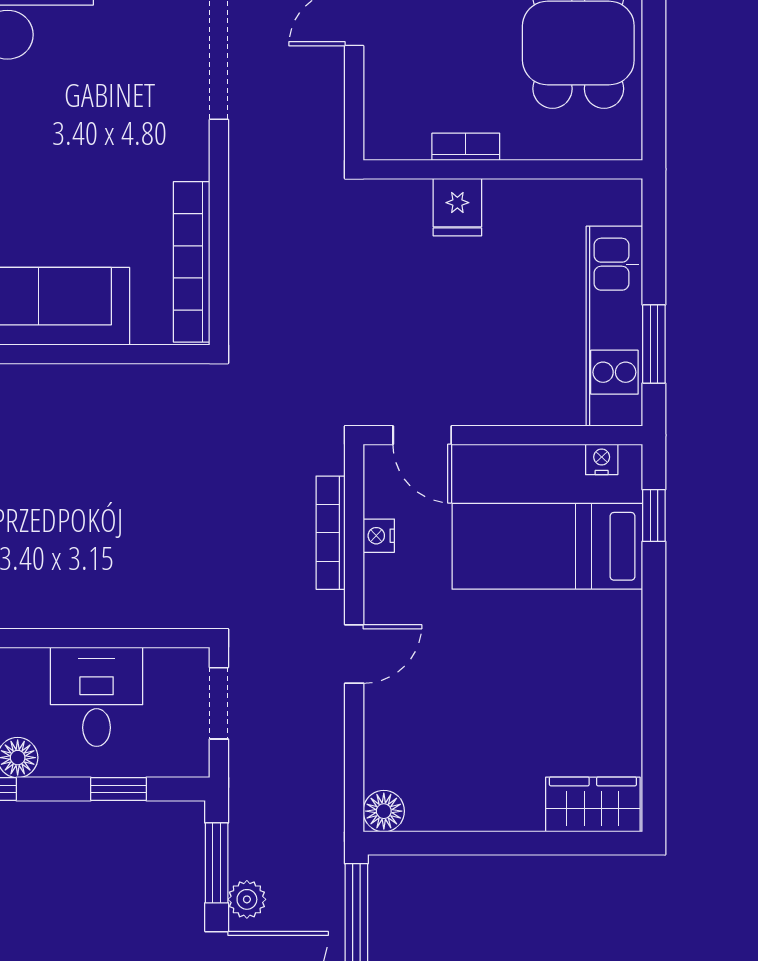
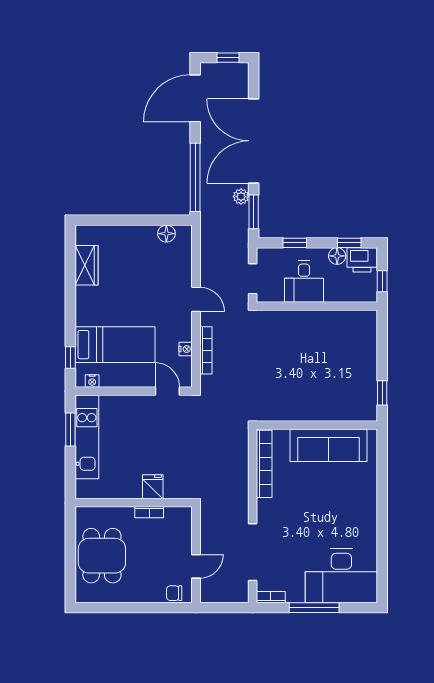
door: (354, 654) -> (196, 299), swing flipped
wardrobe: (593, 804) -> (86, 265), moved, turned -90
floor lamp: (384, 811) -> (166, 234), moved

